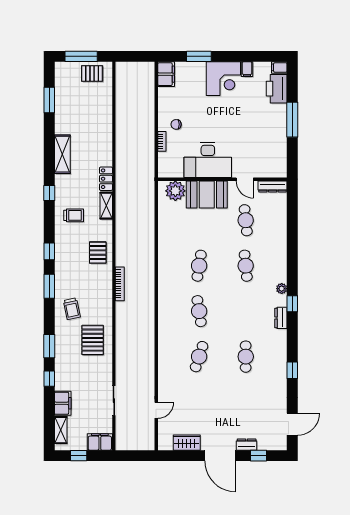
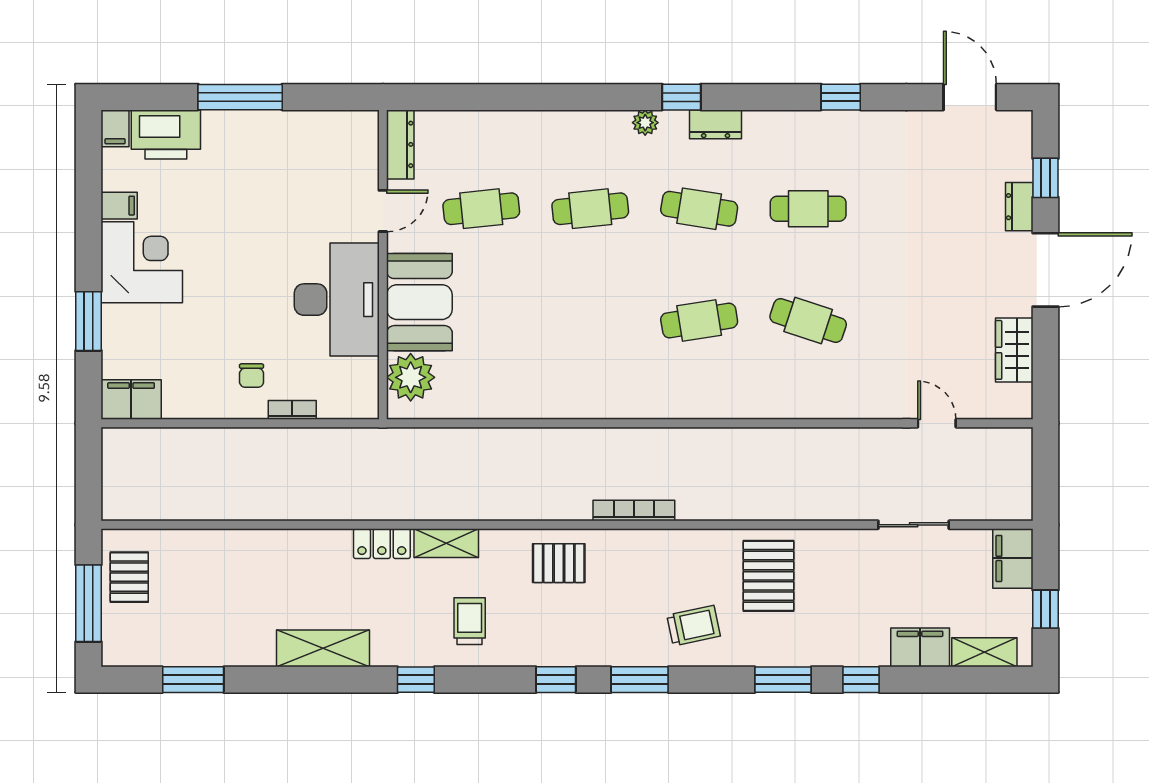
cafe table: (199, 266) -> (699, 209), moved
pallet: (93, 340) -> (769, 576), turned 90

